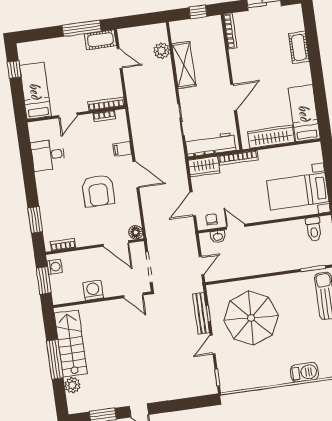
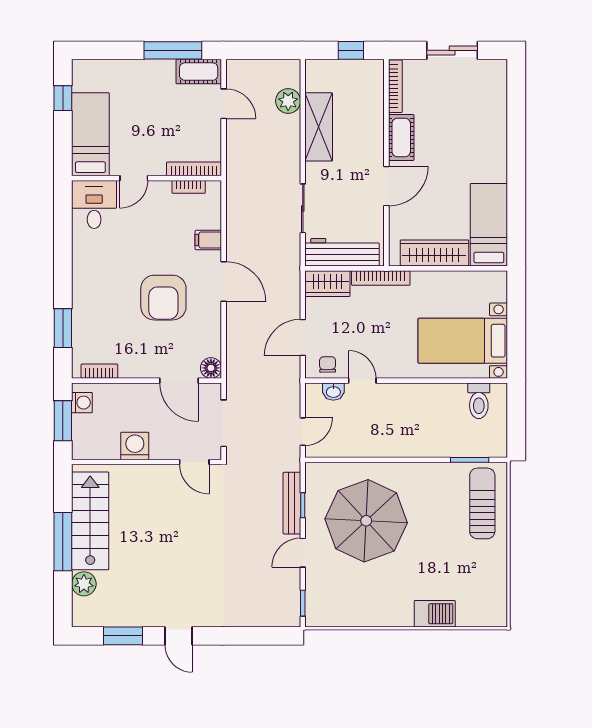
cot: (299, 47) -> (401, 137), moved
desk: (48, 155) -> (94, 204), moved, turned 90

